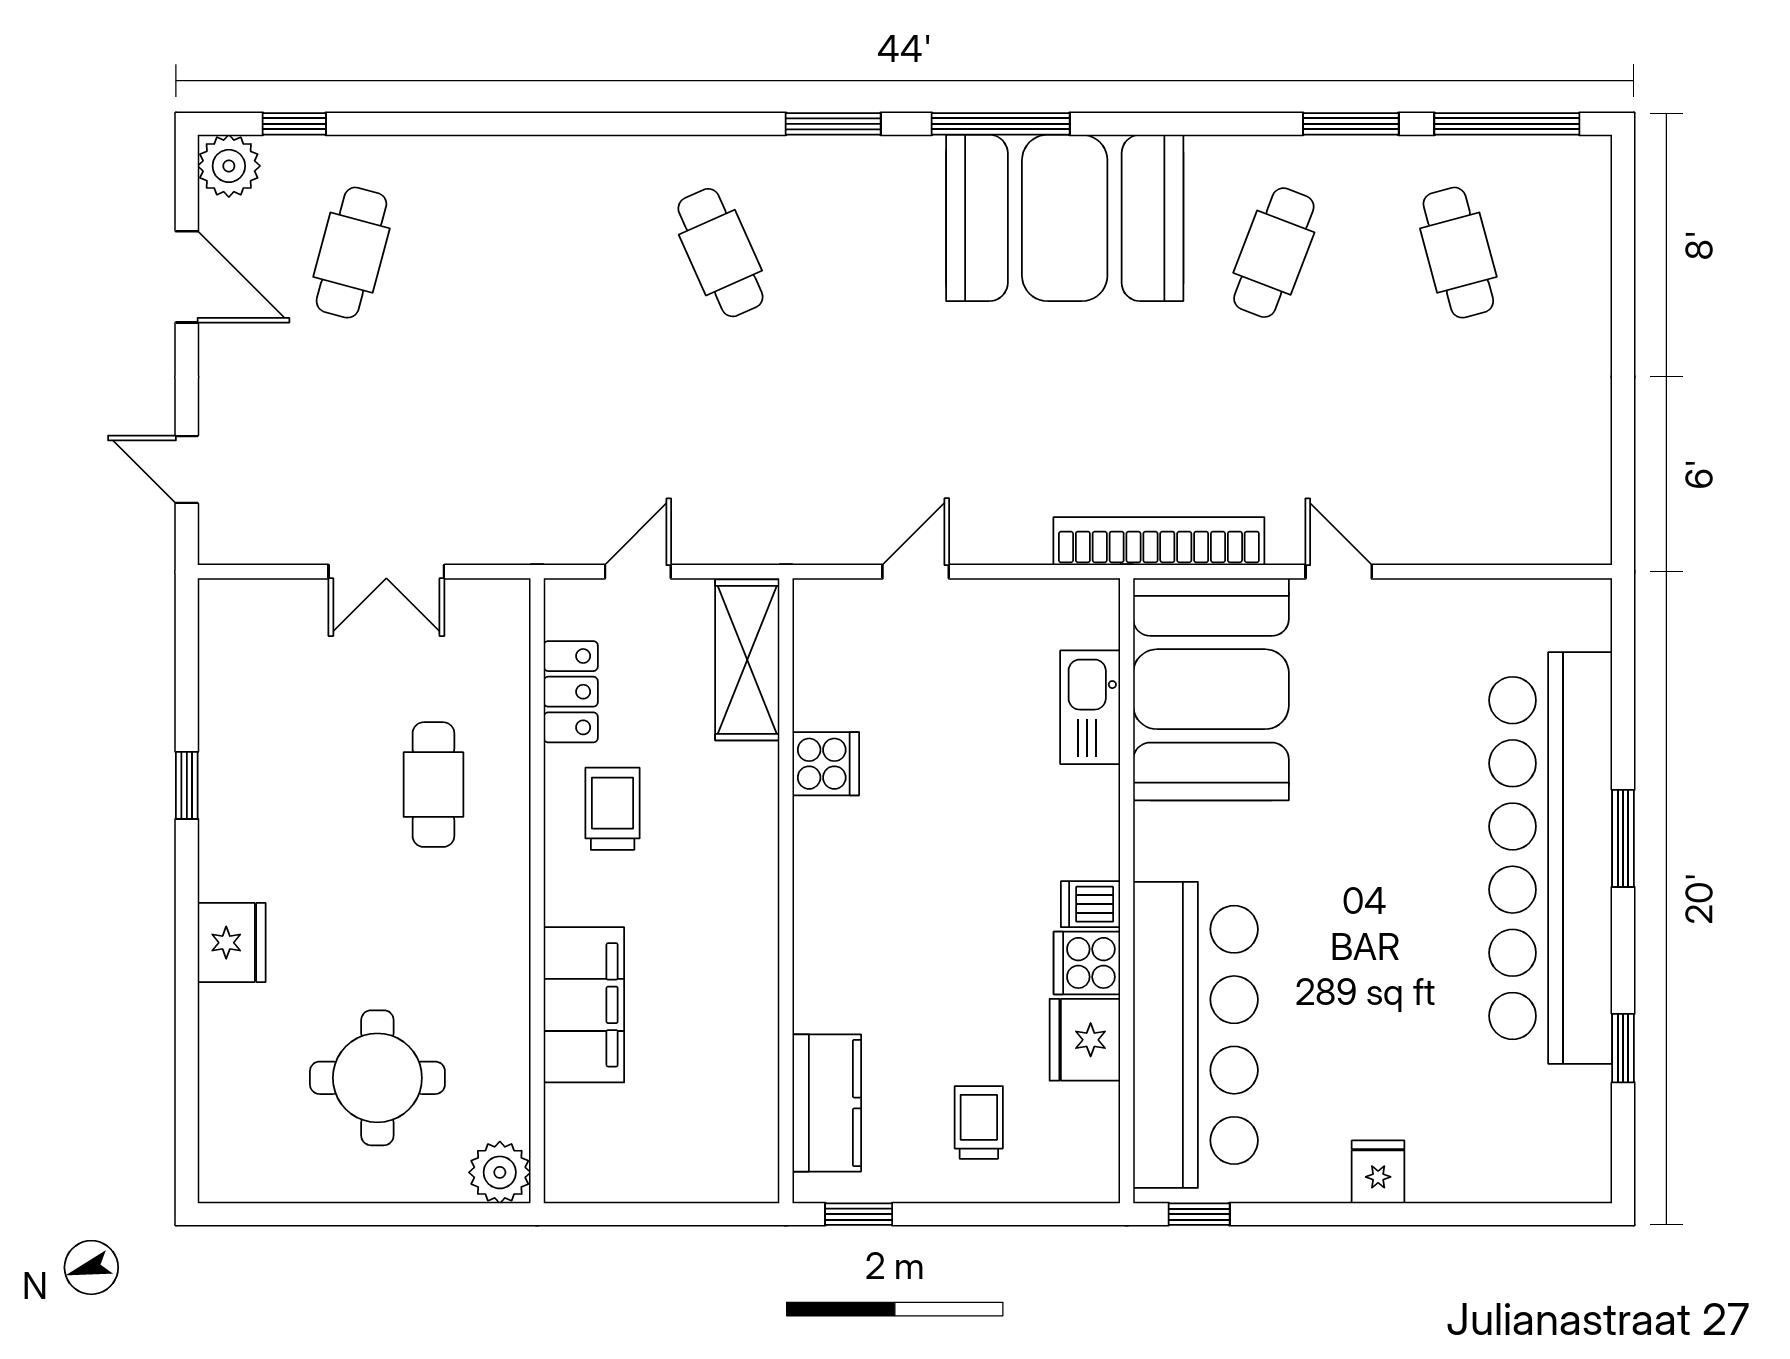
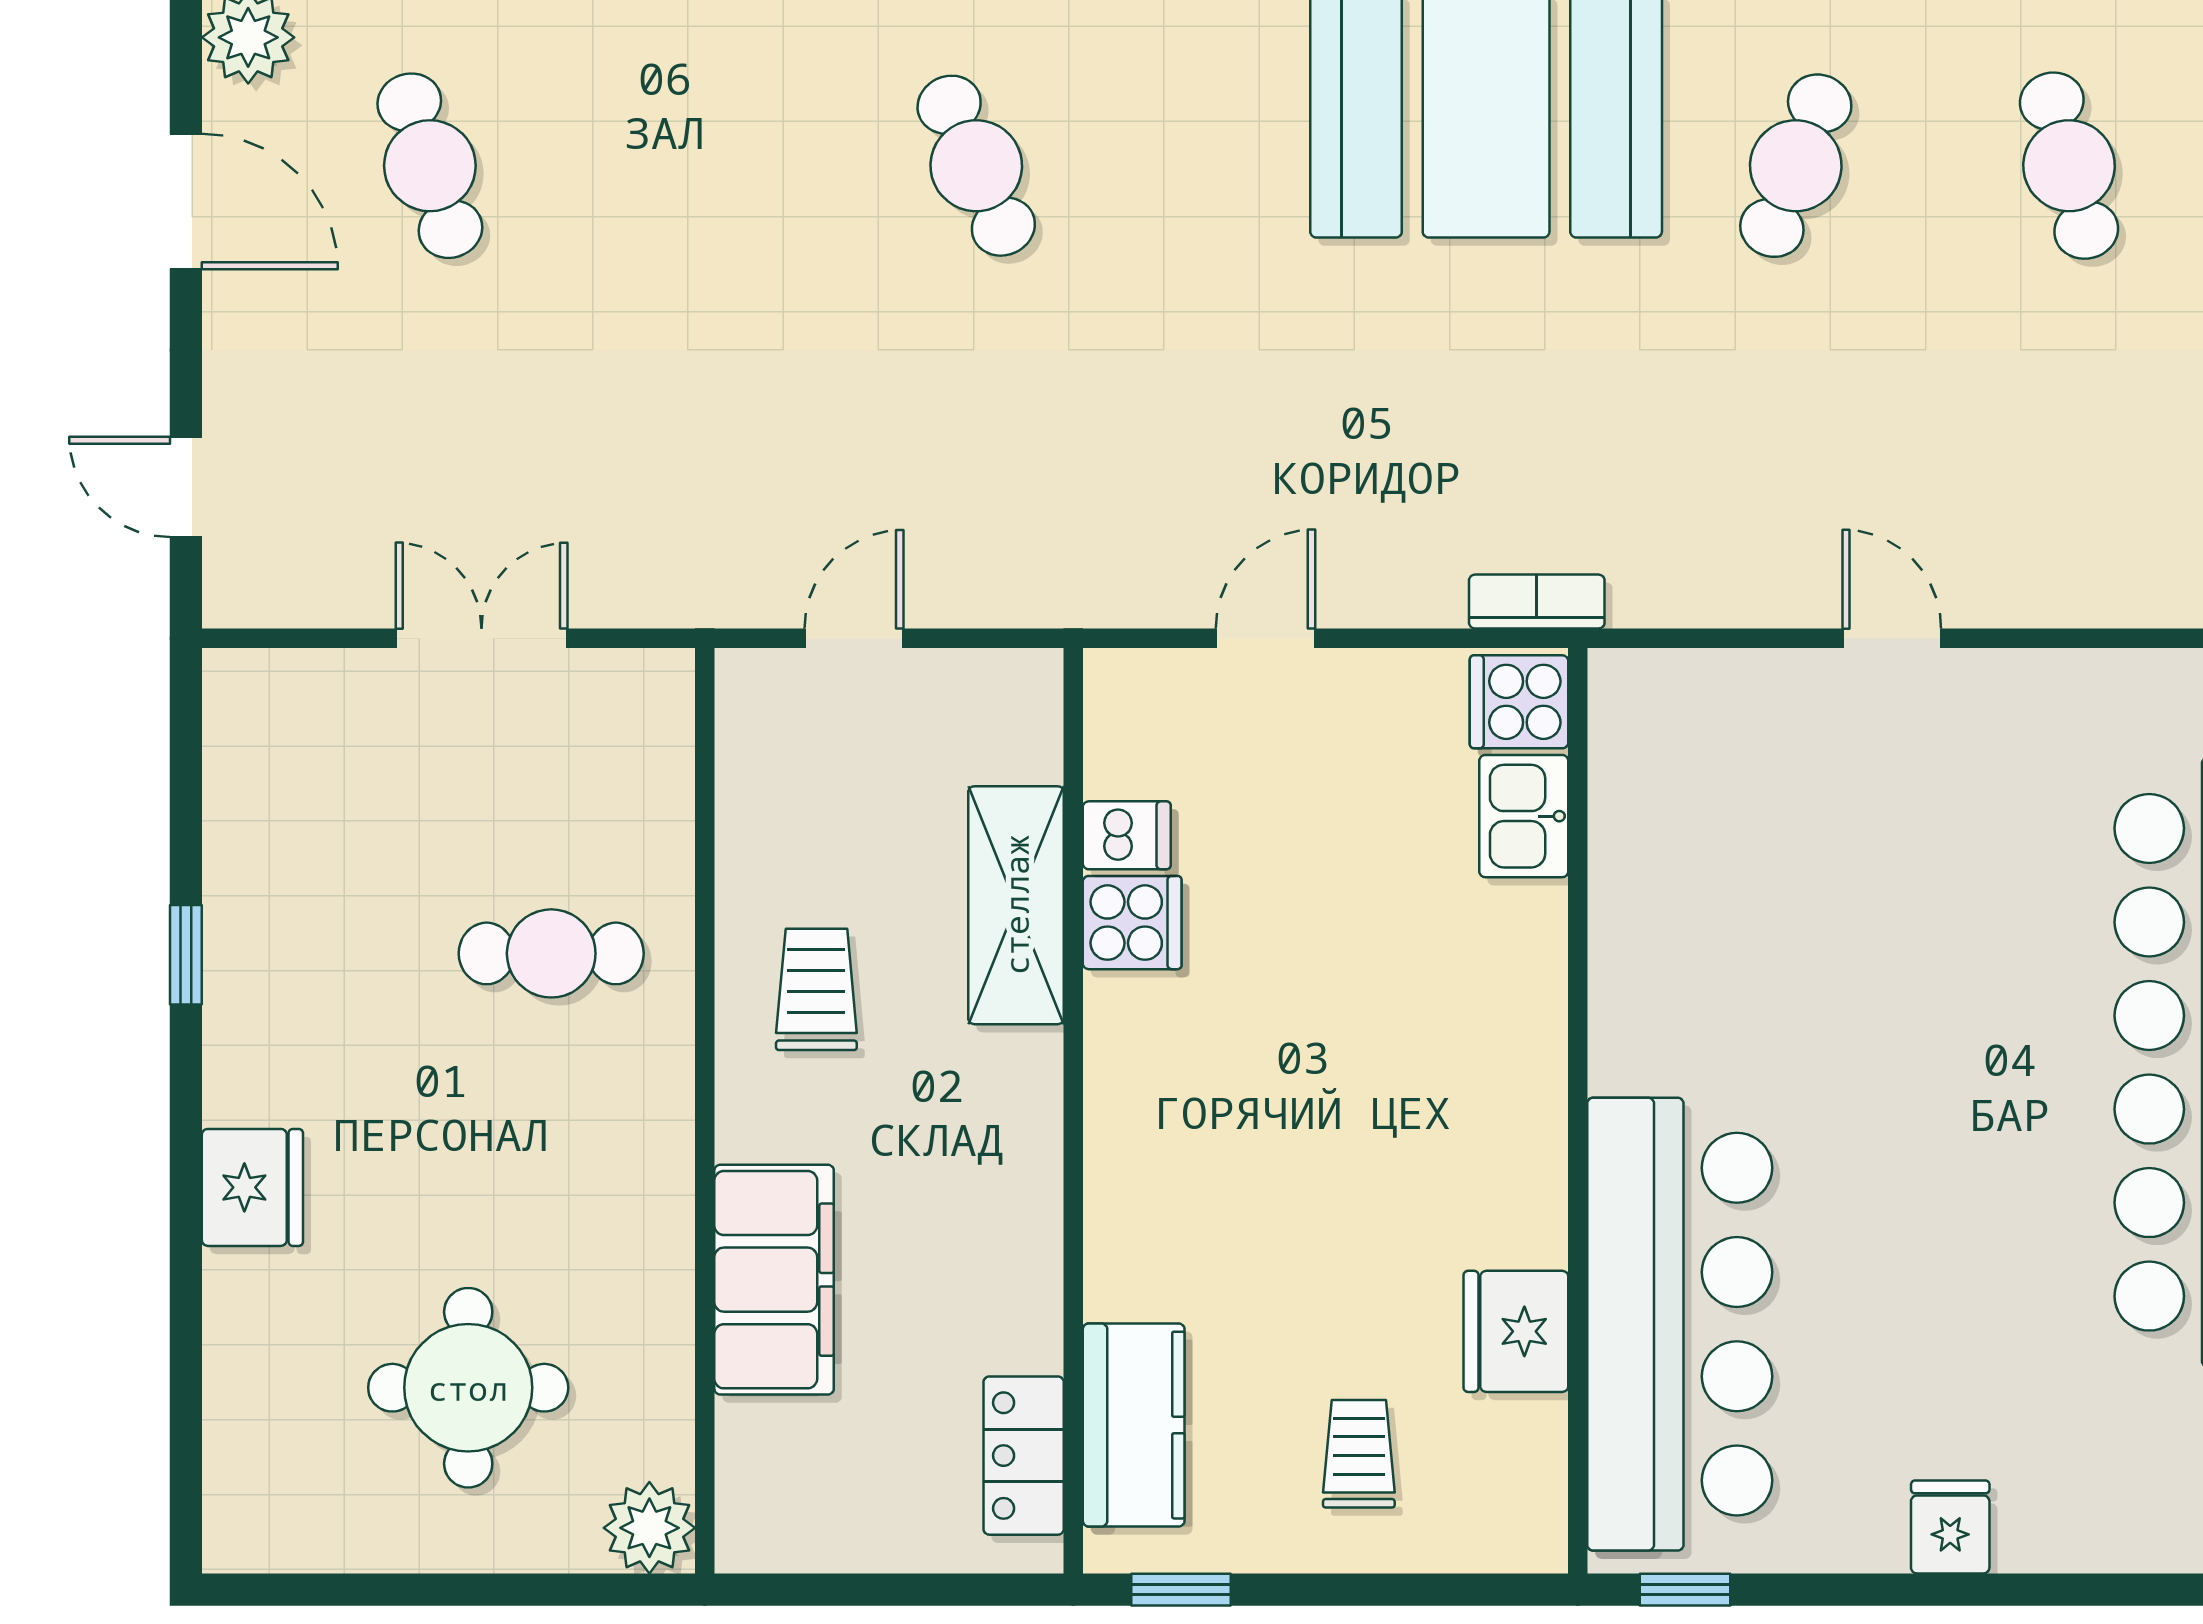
cafe table: (351, 253) -> (430, 166), turned -33
bookcase: (1159, 541) -> (1537, 602), width x0.43, depth x0.76
double door: (386, 572) -> (482, 638), swing flipped
shelving: (747, 660) -> (1016, 905), moved
booth: (1211, 689) -> (1703, 812), removed
locker: (571, 692) -> (1024, 1456), moved, turned 180
kitchen sink: (1090, 707) -> (1524, 816), width x0.73
cafe table: (433, 785) -> (551, 953), turned 90
dishwasher: (1090, 904) -> (1127, 835), moved, turned 180
cooker: (1087, 963) -> (1519, 702), moved

